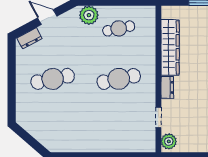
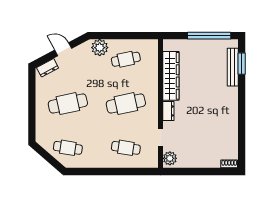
cafe table: (53, 129) -> (68, 148), added
cafe table: (119, 129) -> (126, 148), added

